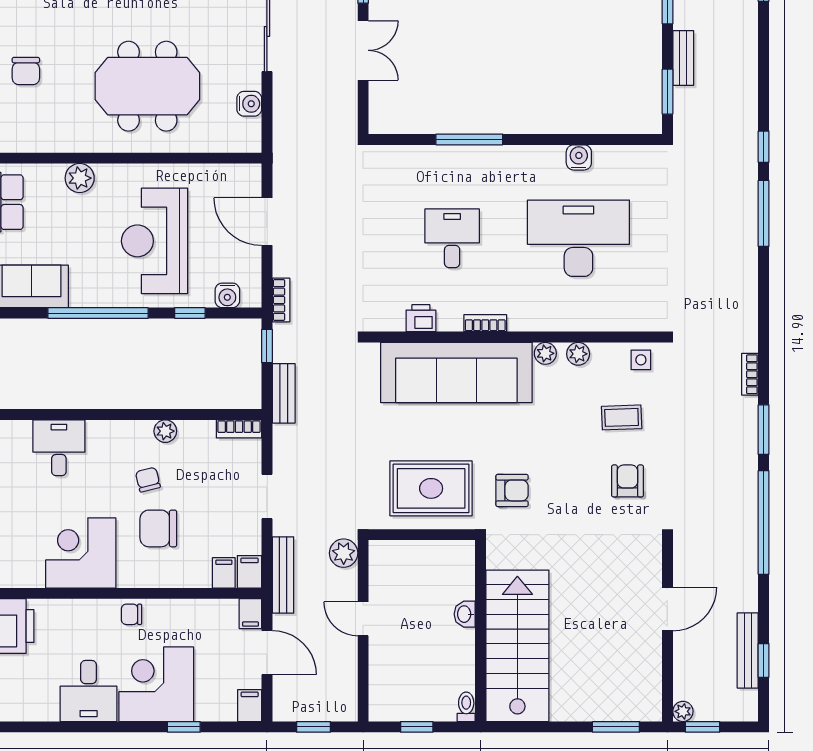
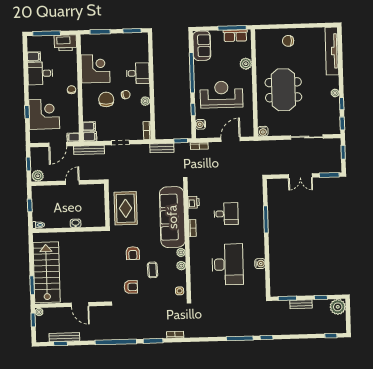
water cooler: (249, 104) -> (263, 131), moved
coffee table: (622, 417) -> (153, 270), moved
desk: (59, 448) -> (138, 73), moved
armchair: (512, 490) -> (133, 253), moved
plant: (344, 553) -> (38, 176), moved
stairs: (517, 646) -> (47, 272), moved, turned -90
corner desk: (156, 684) -> (44, 114), moved
filing cabinet: (250, 706) -> (34, 57), moved

